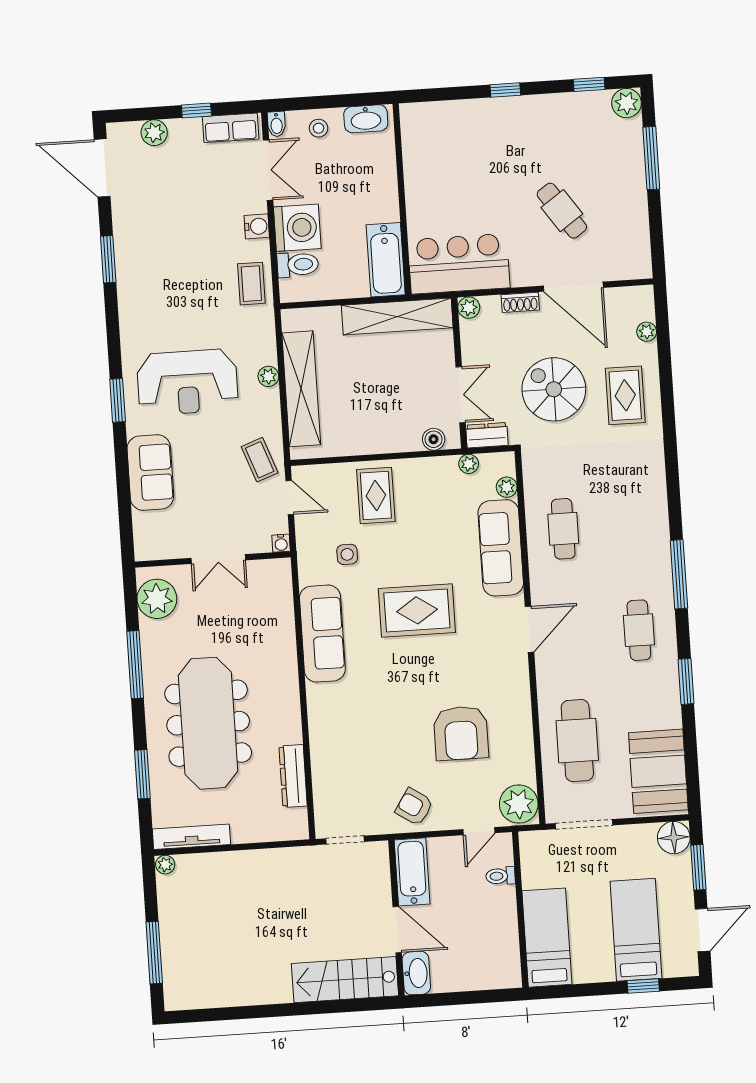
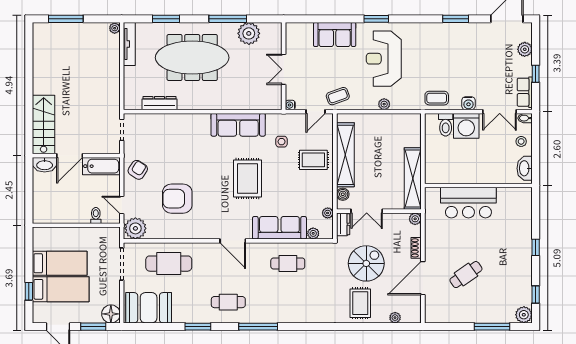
bathtub: (386, 260) -> (445, 174), removed
bar counter: (459, 264) -> (468, 203), moved, turned 90
shelving: (301, 389) -> (345, 155), moved, turned 90
rug: (625, 395) -> (360, 303), turned 90
plant: (157, 599) -> (249, 33), moved
bed: (547, 938) -> (60, 263), moved

